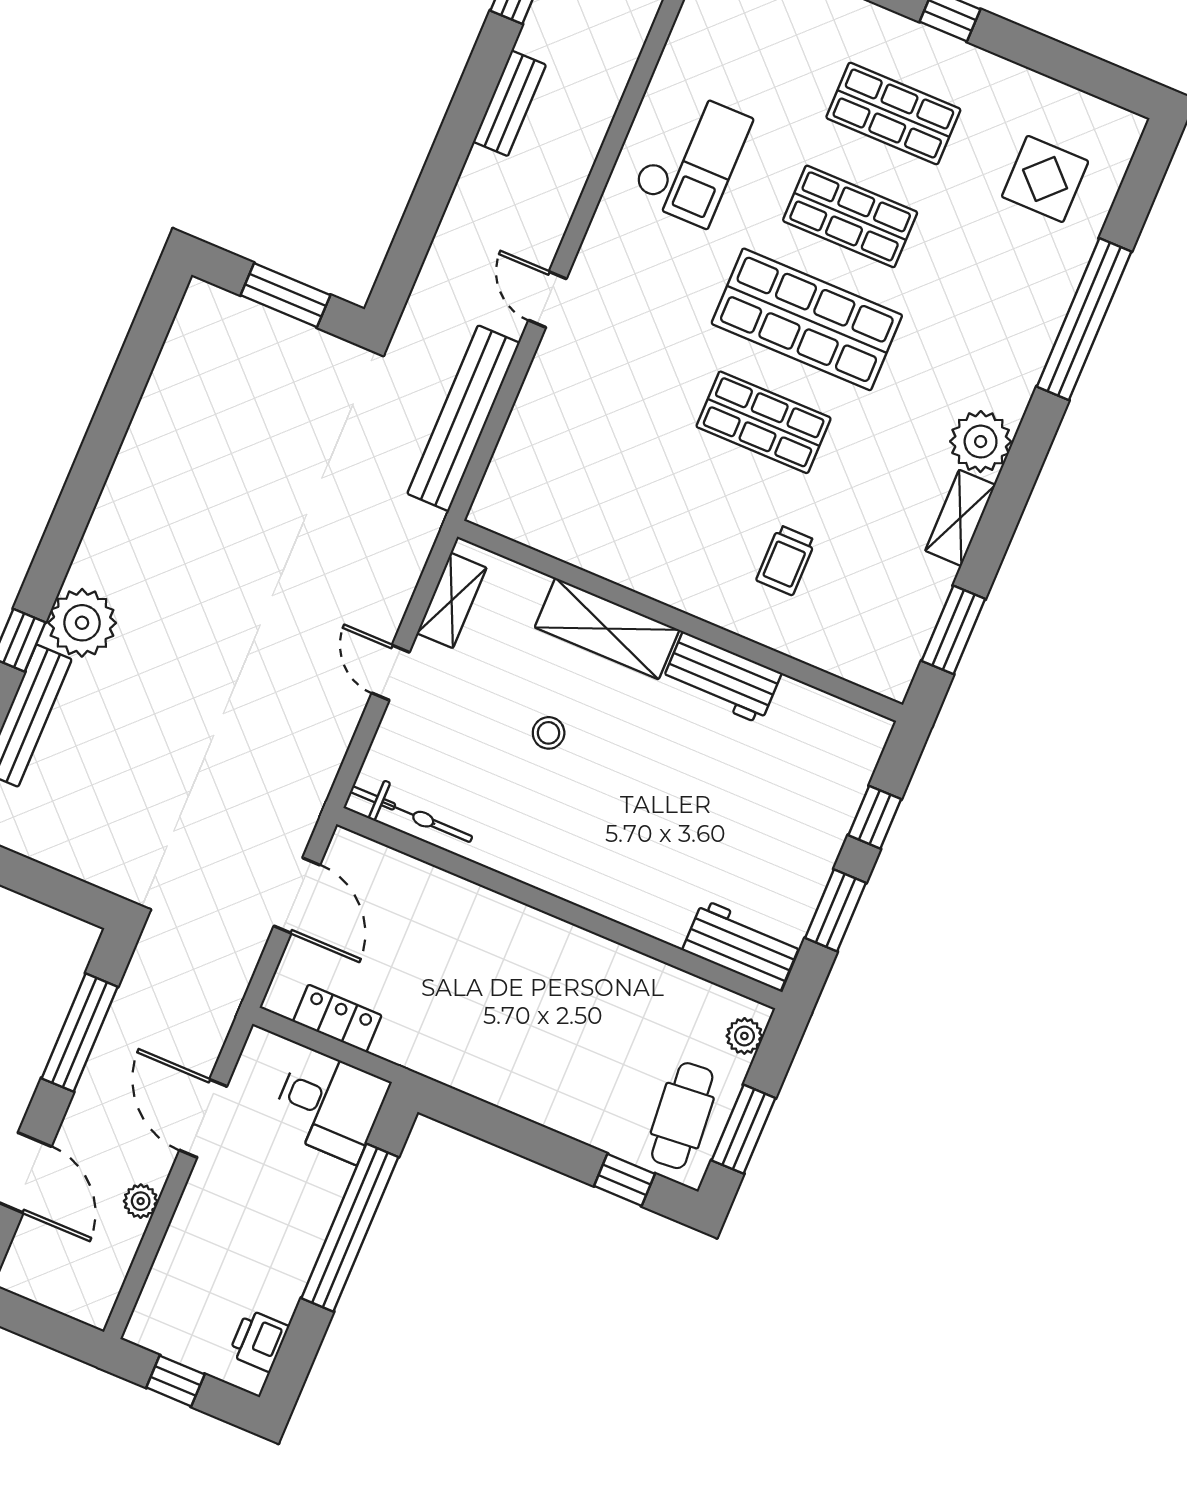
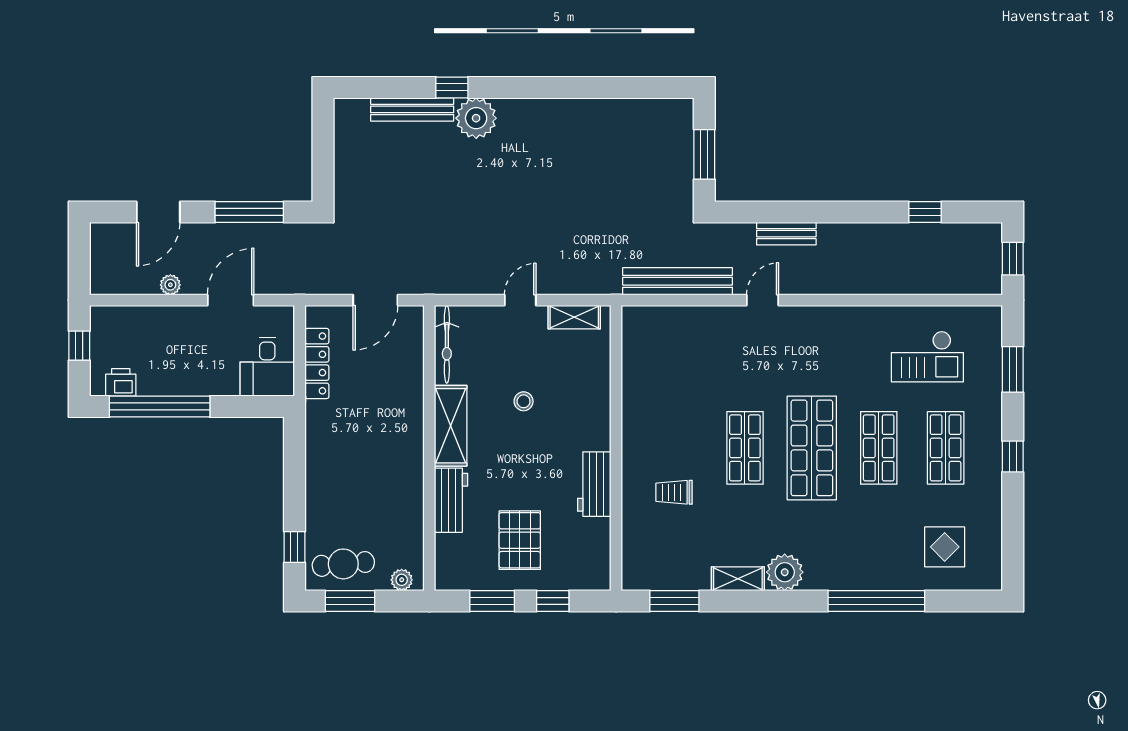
bench: (510, 103) -> (786, 234), moved
checkout: (692, 158) -> (927, 357), moved
shelving: (607, 629) -> (451, 426), moved
pallet: (760, 829) -> (520, 540), added
workbench: (742, 946) -> (451, 500), moved
locker: (337, 1018) -> (317, 363), width x1.53
window: (350, 1228) -> (160, 406), moved

